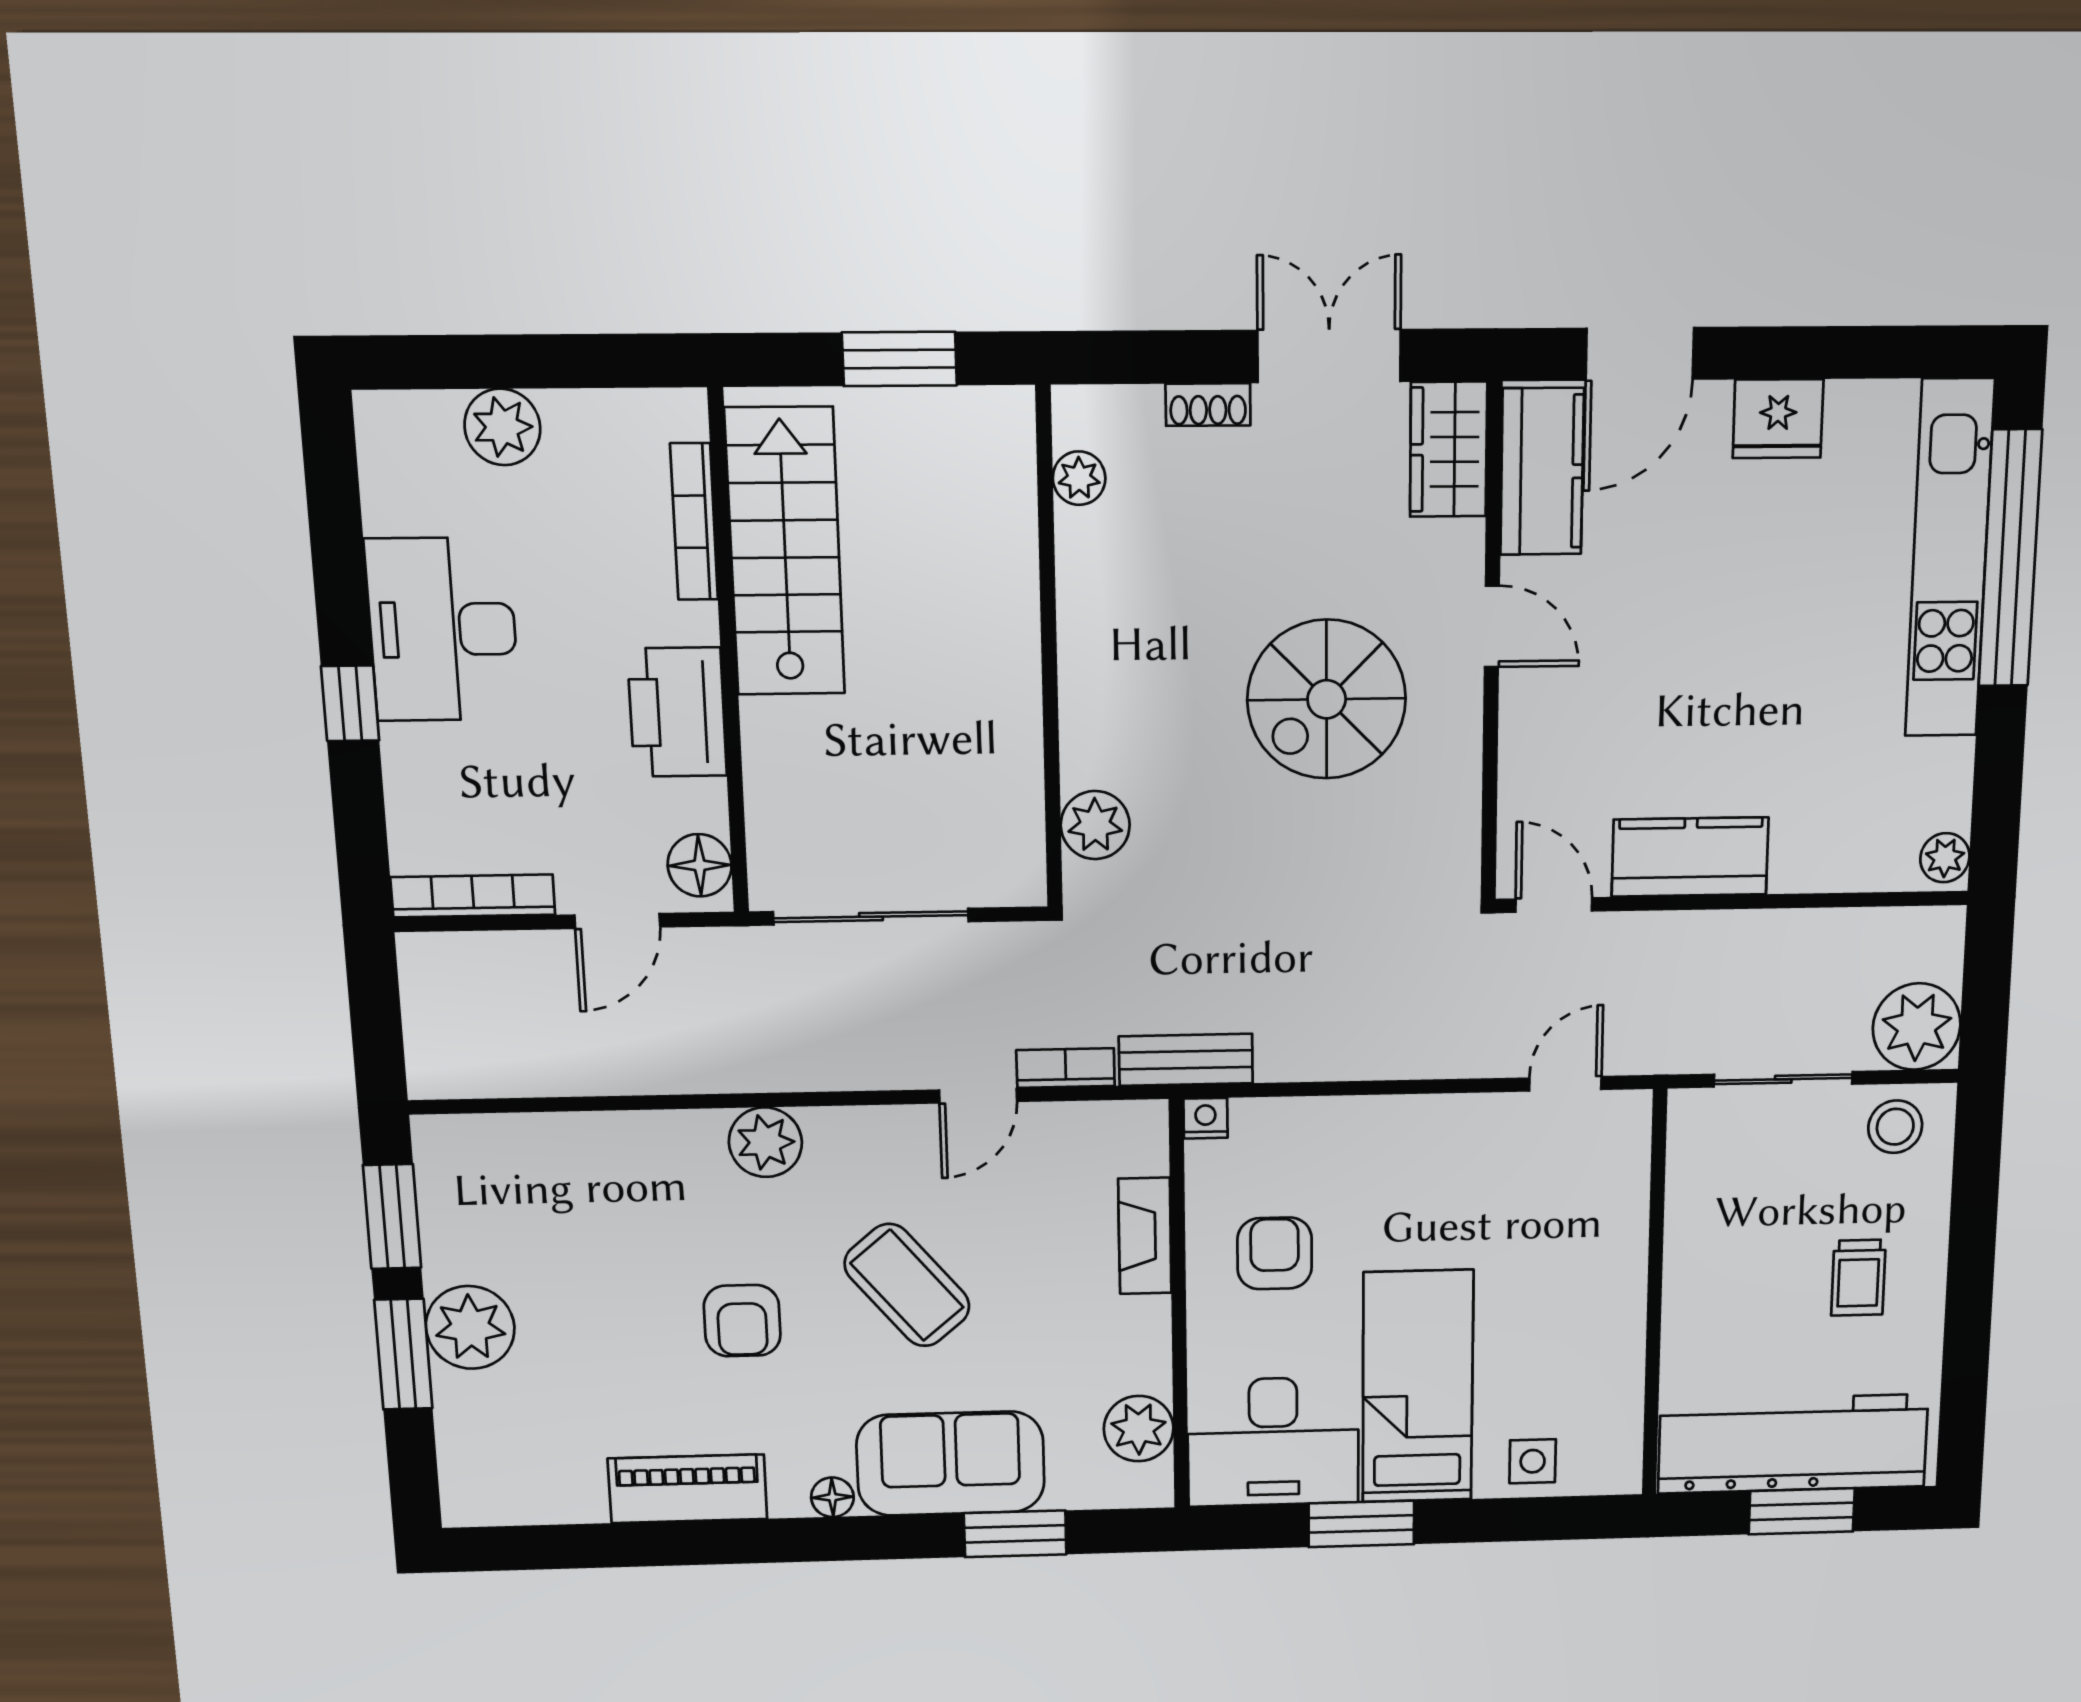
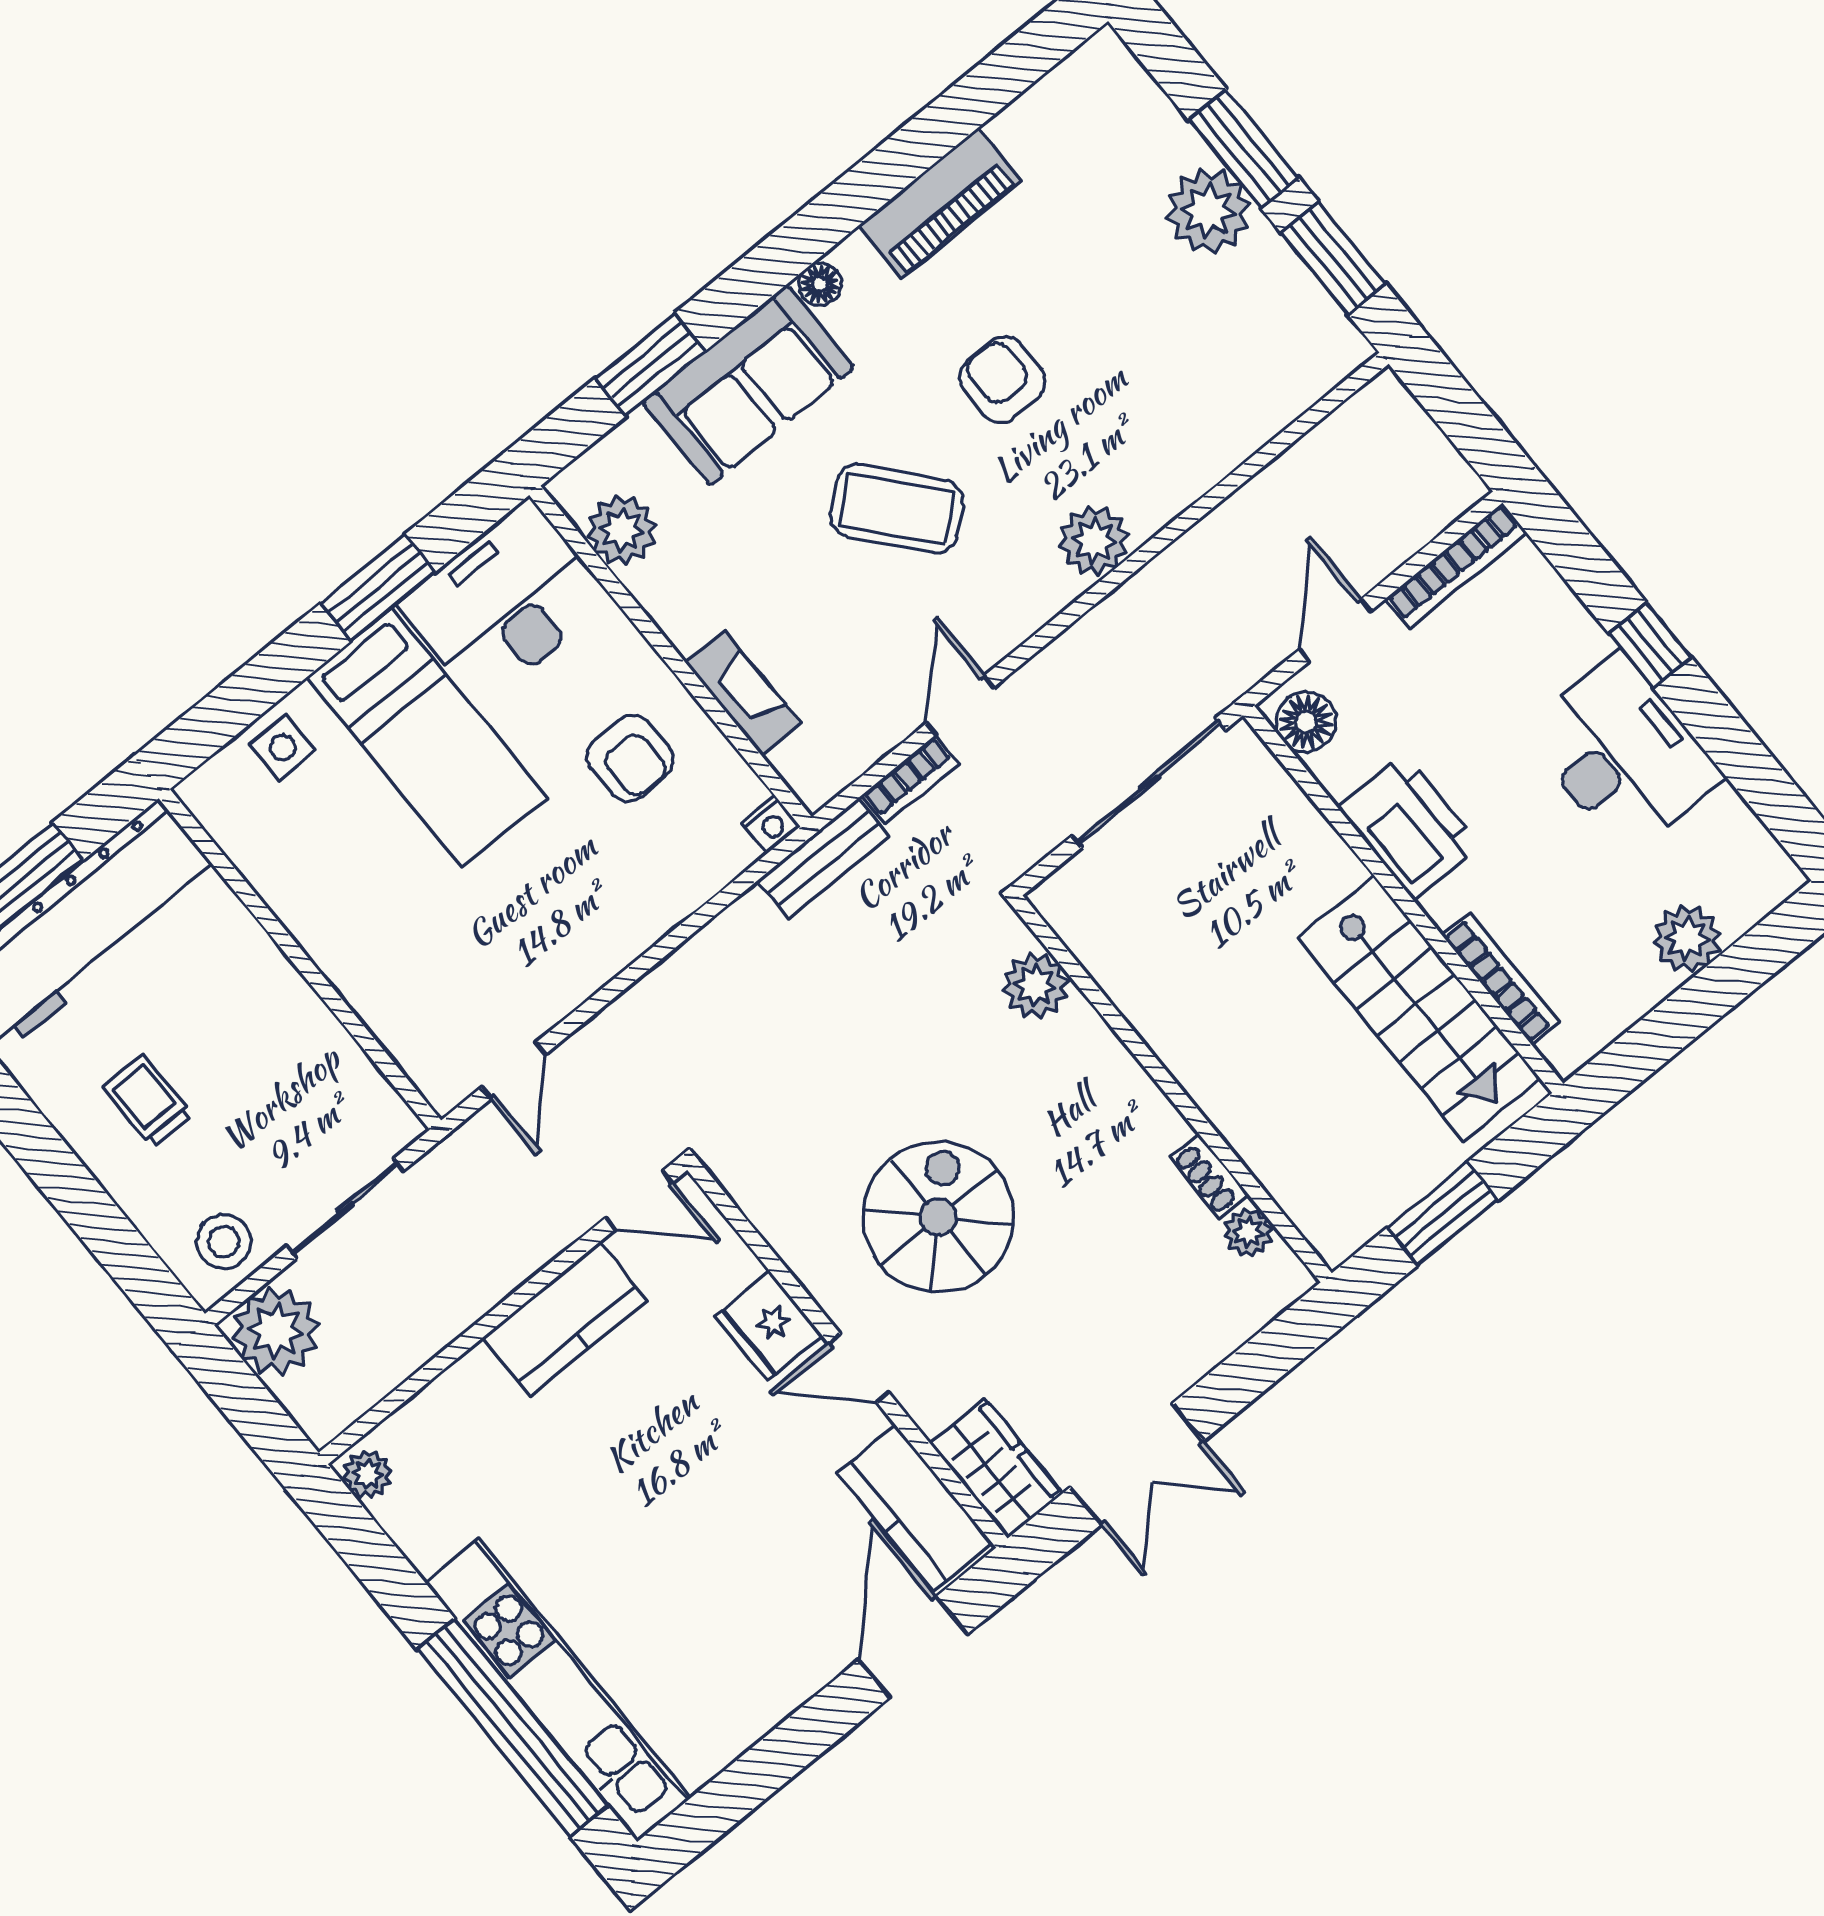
shoe rack: (1208, 405) -> (1209, 1176), moved, turned -90
fridge: (1778, 419) -> (769, 1326), moved, turned -90

